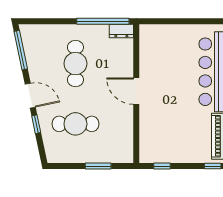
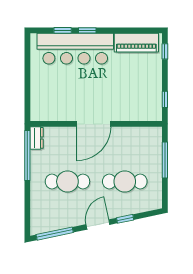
door: (136, 91) -> (94, 124), width x1.36
cafe table: (75, 124) -> (125, 182), turned 90
window: (98, 166) -> (165, 160), width x1.44

